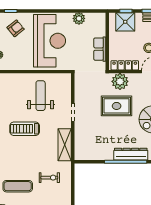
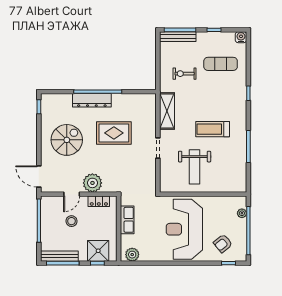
plant: (79, 18) -> (132, 255), moved
locker: (125, 65) -> (99, 201), width x0.66
plant: (120, 81) -> (92, 183), moved
rug: (117, 106) -> (114, 133), moved
treadmill: (25, 129) -> (213, 129), turned 180

